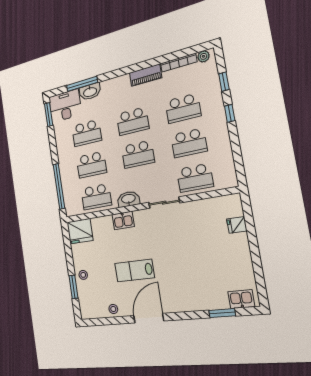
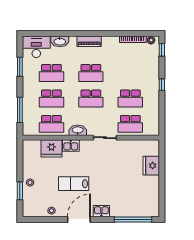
piano: (145, 75) -> (89, 41), moved
window: (224, 82) -> (162, 50), moved
window: (82, 84) -> (54, 33), removed
school desk: (183, 108) -> (130, 73), removed
window: (49, 115) -> (20, 67), moved
window: (59, 186) -> (20, 110), width x0.68
fridge: (237, 225) -> (151, 166), width x1.88, depth x1.34
fridge: (80, 231) -> (51, 148), moved
kitchen sink: (241, 299) -> (101, 211), moved
window: (222, 313) -> (133, 220), width x2.11

